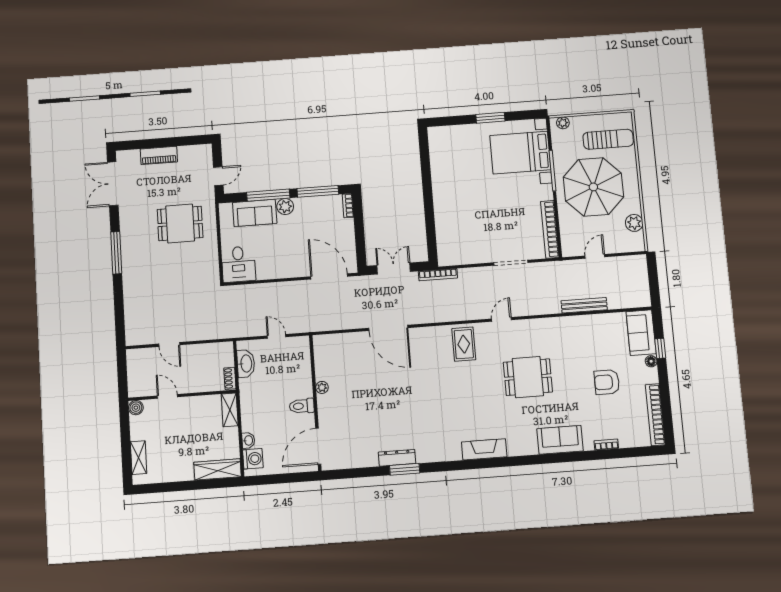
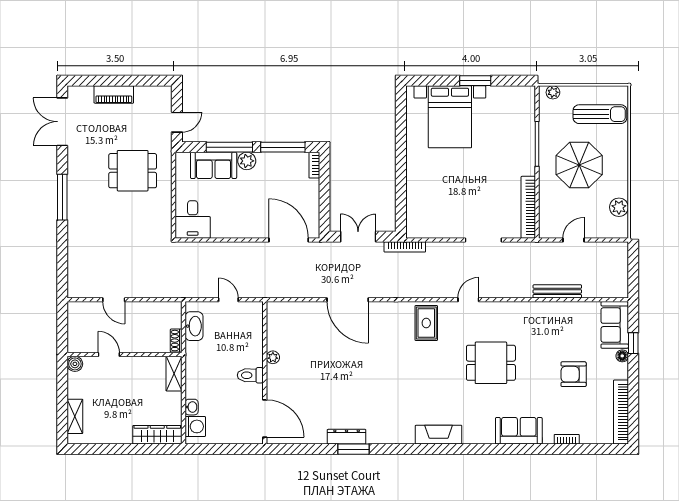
bed with nightstands: (520, 153) -> (450, 117), moved, turned -90
parasol: (593, 187) -> (579, 165), width x0.73, depth x0.73
door: (318, 446) -> (265, 419), swing flipped

